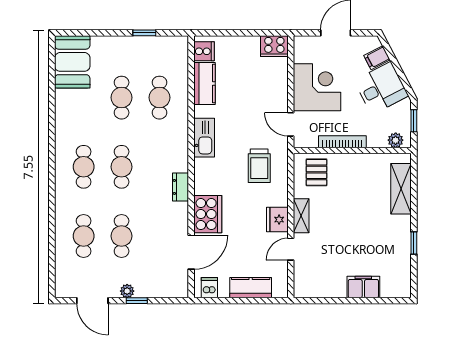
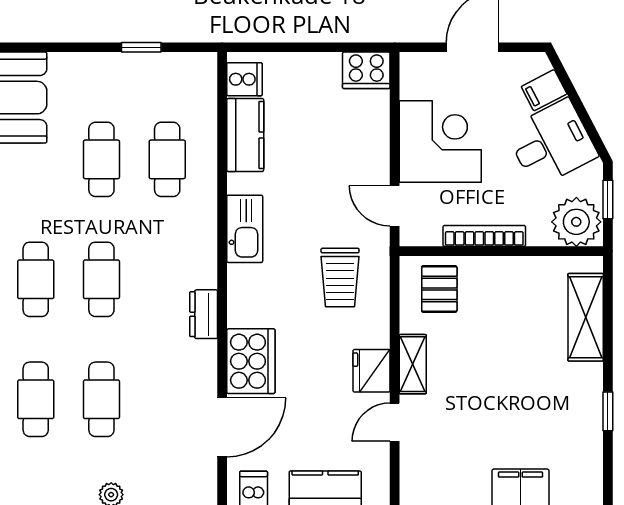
plant: (396, 140) -> (576, 222), width x1.87, depth x1.87

